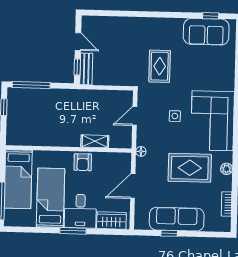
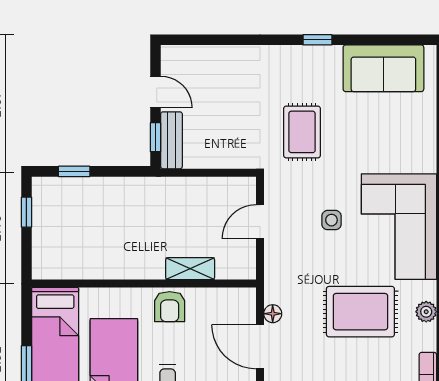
window: (211, 16) -> (318, 40), moved
window: (31, 85) -> (74, 171), width x0.46
floor lamp: (141, 151) -> (273, 314), moved
door: (133, 186) -> (260, 347), hinge flipped

